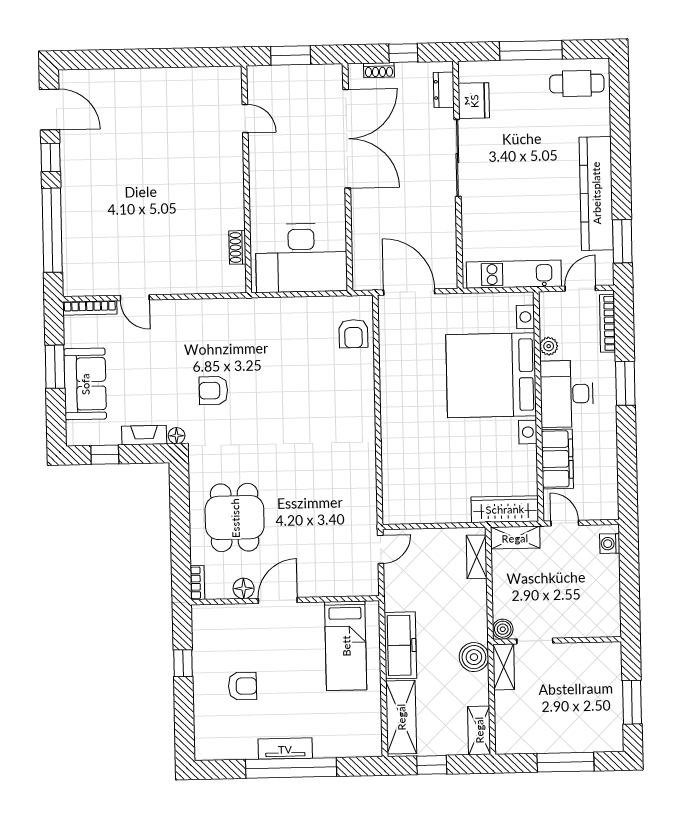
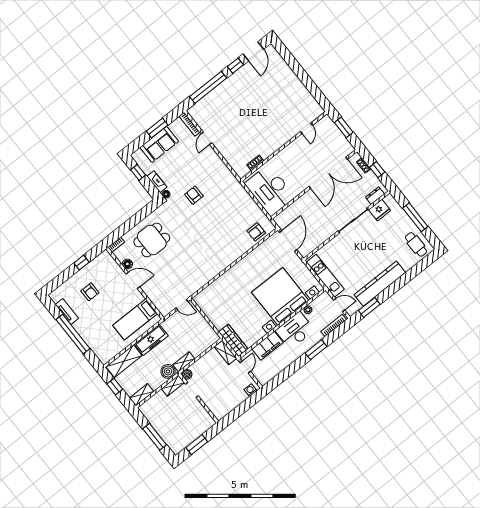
shelving: (477, 557) -> (184, 362), moved
tv unit: (285, 749) -> (67, 311), moved

